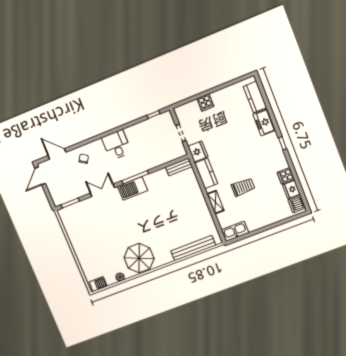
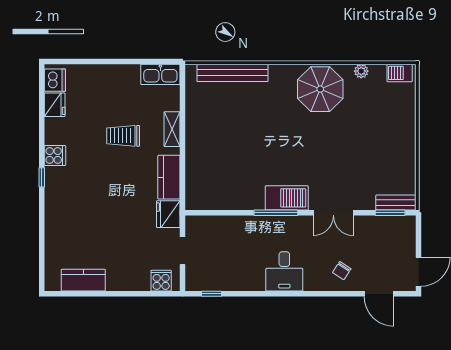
kitchen counter: (255, 97) -> (83, 280), moved, turned -90
cooker: (205, 103) -> (161, 281), moved
freezer: (264, 122) -> (56, 218), removed
bench: (179, 167) -> (396, 203), moved
cooker: (286, 176) -> (55, 155), moved

